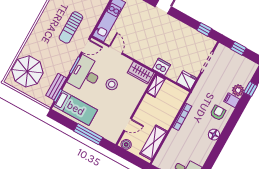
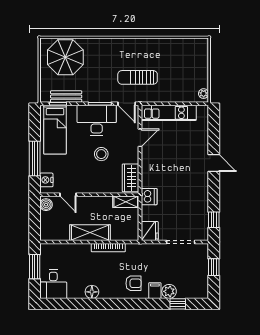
nightstand: (108, 134) -> (46, 180), added
floor lamp: (214, 135) -> (92, 292), moved
shelving: (154, 143) -> (90, 233), moved

